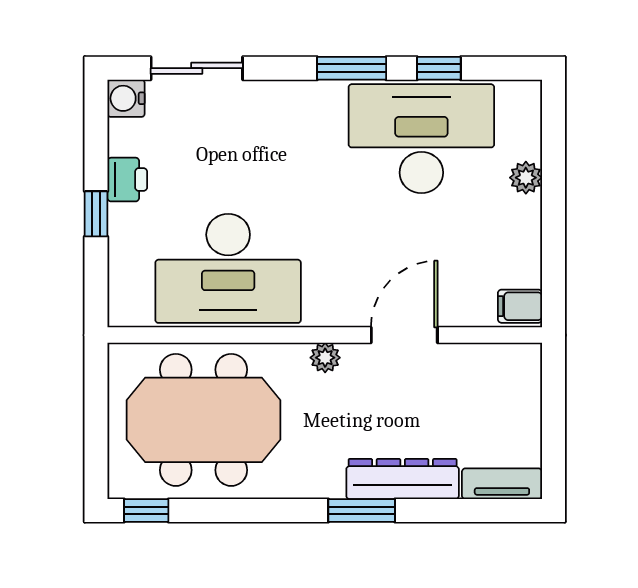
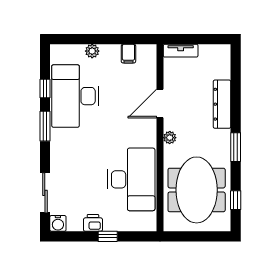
filing cabinet: (520, 306) -> (128, 54), moved
door: (404, 335) -> (160, 103), hinge flipped
tv unit: (502, 484) -> (181, 51), moved, turned -90
window: (146, 510) -> (236, 200), moved
window: (362, 510) -> (236, 147), moved

